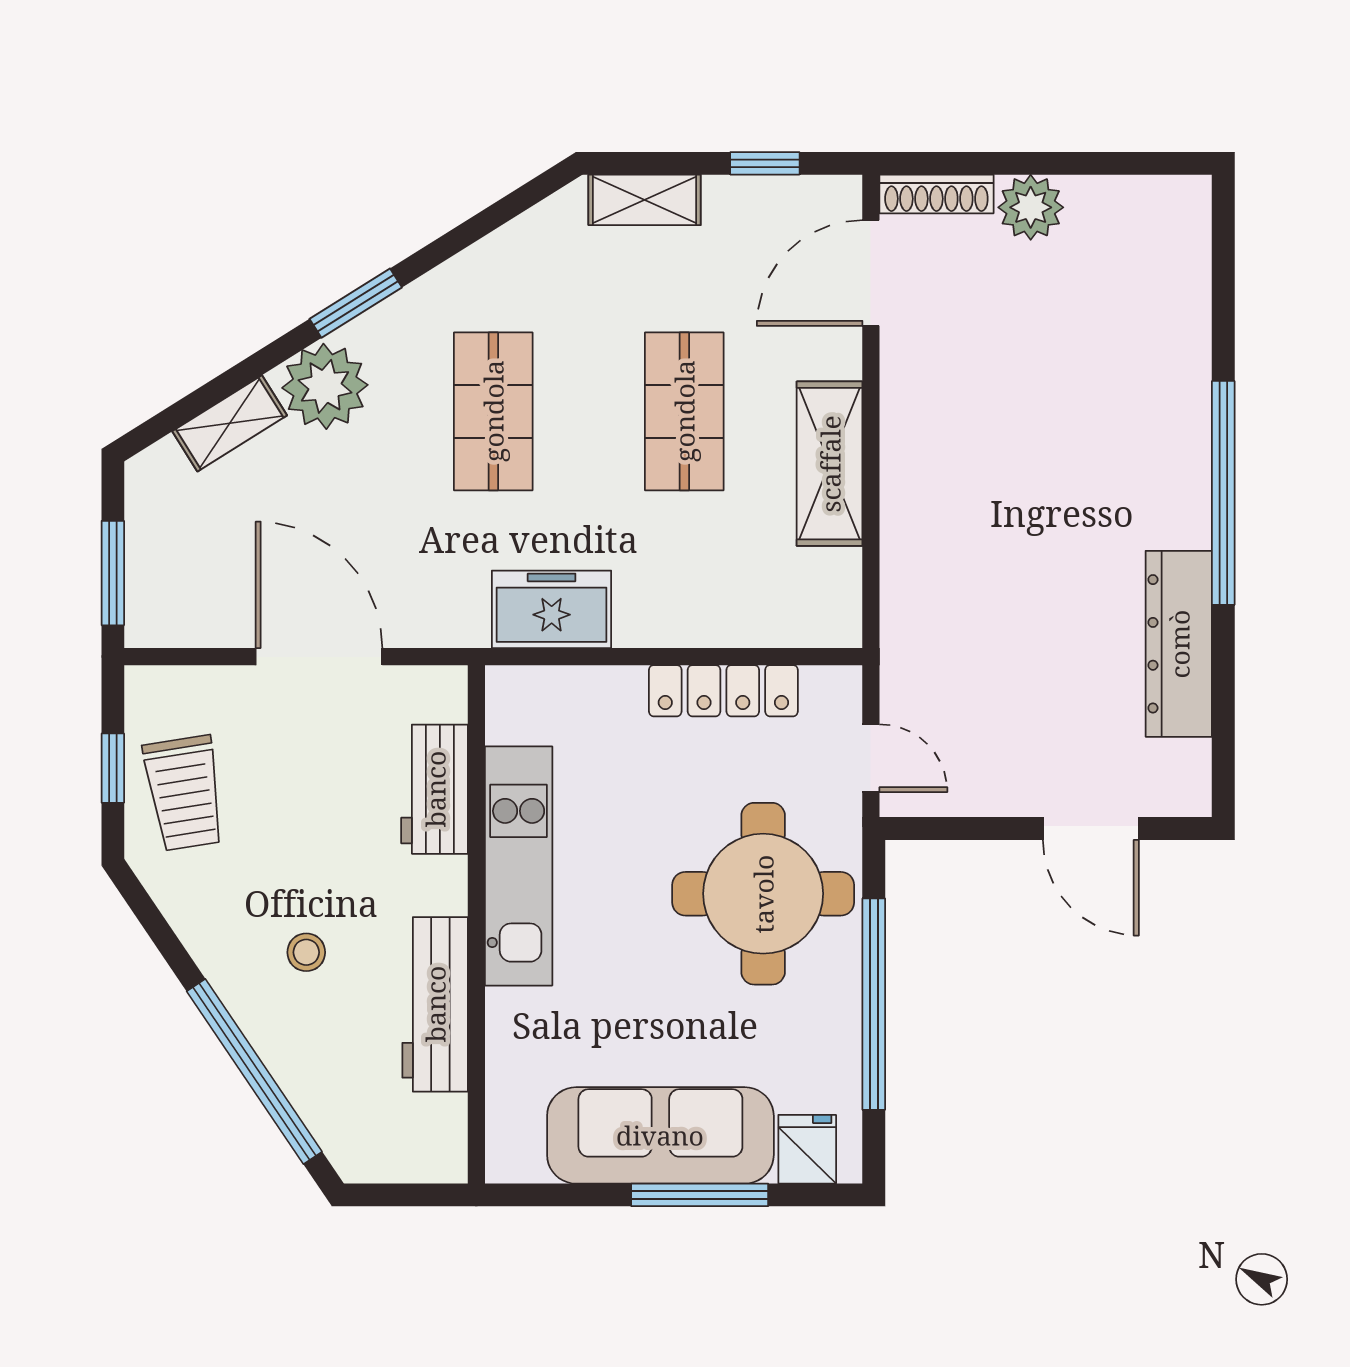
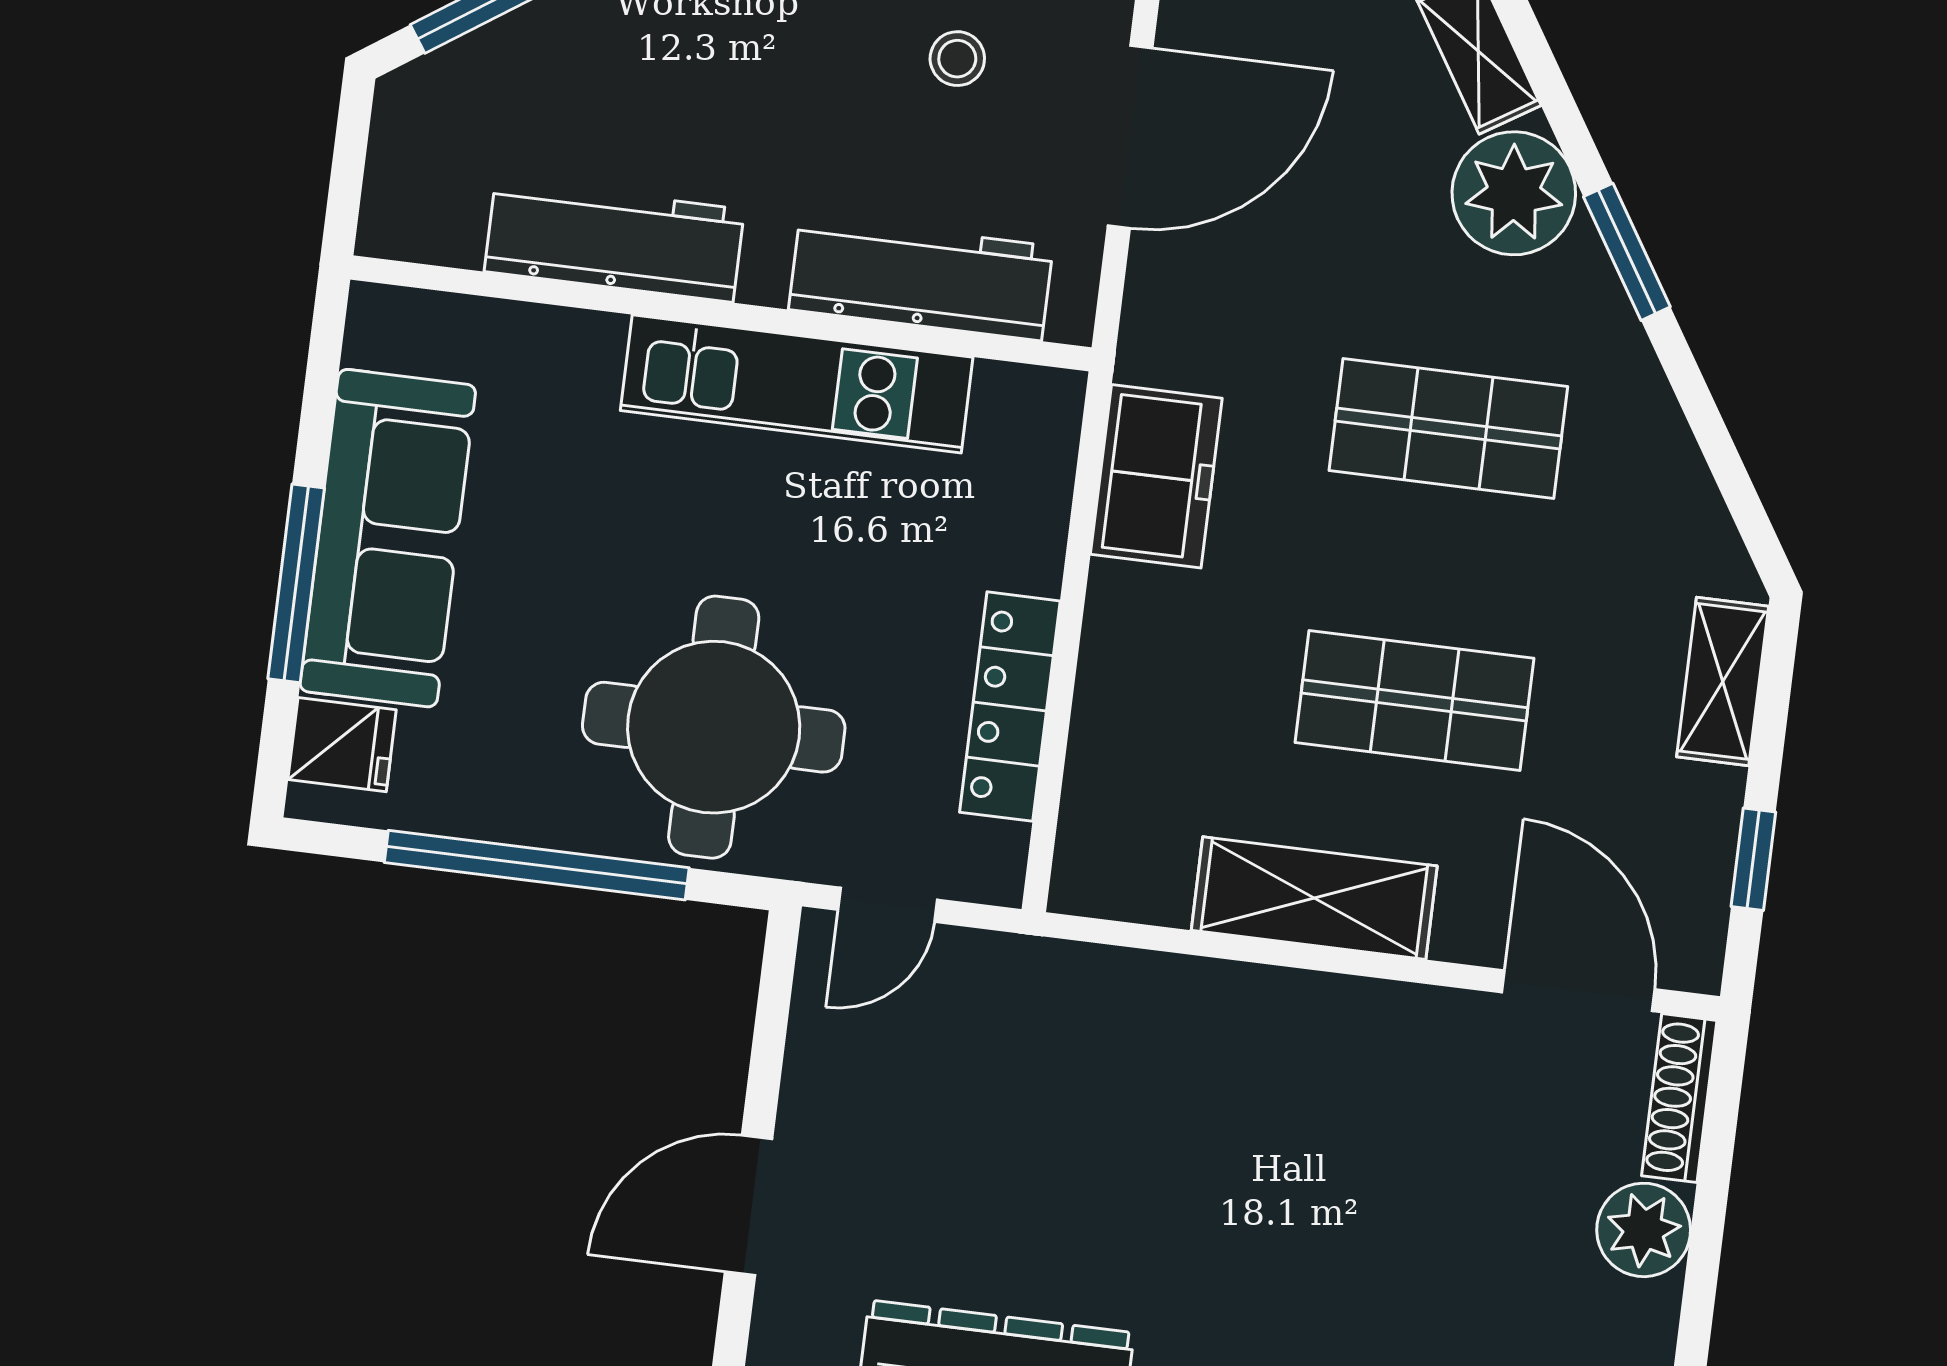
workbench: (435, 789) -> (921, 278), width x1.38
stool: (306, 952) -> (957, 59), moved

